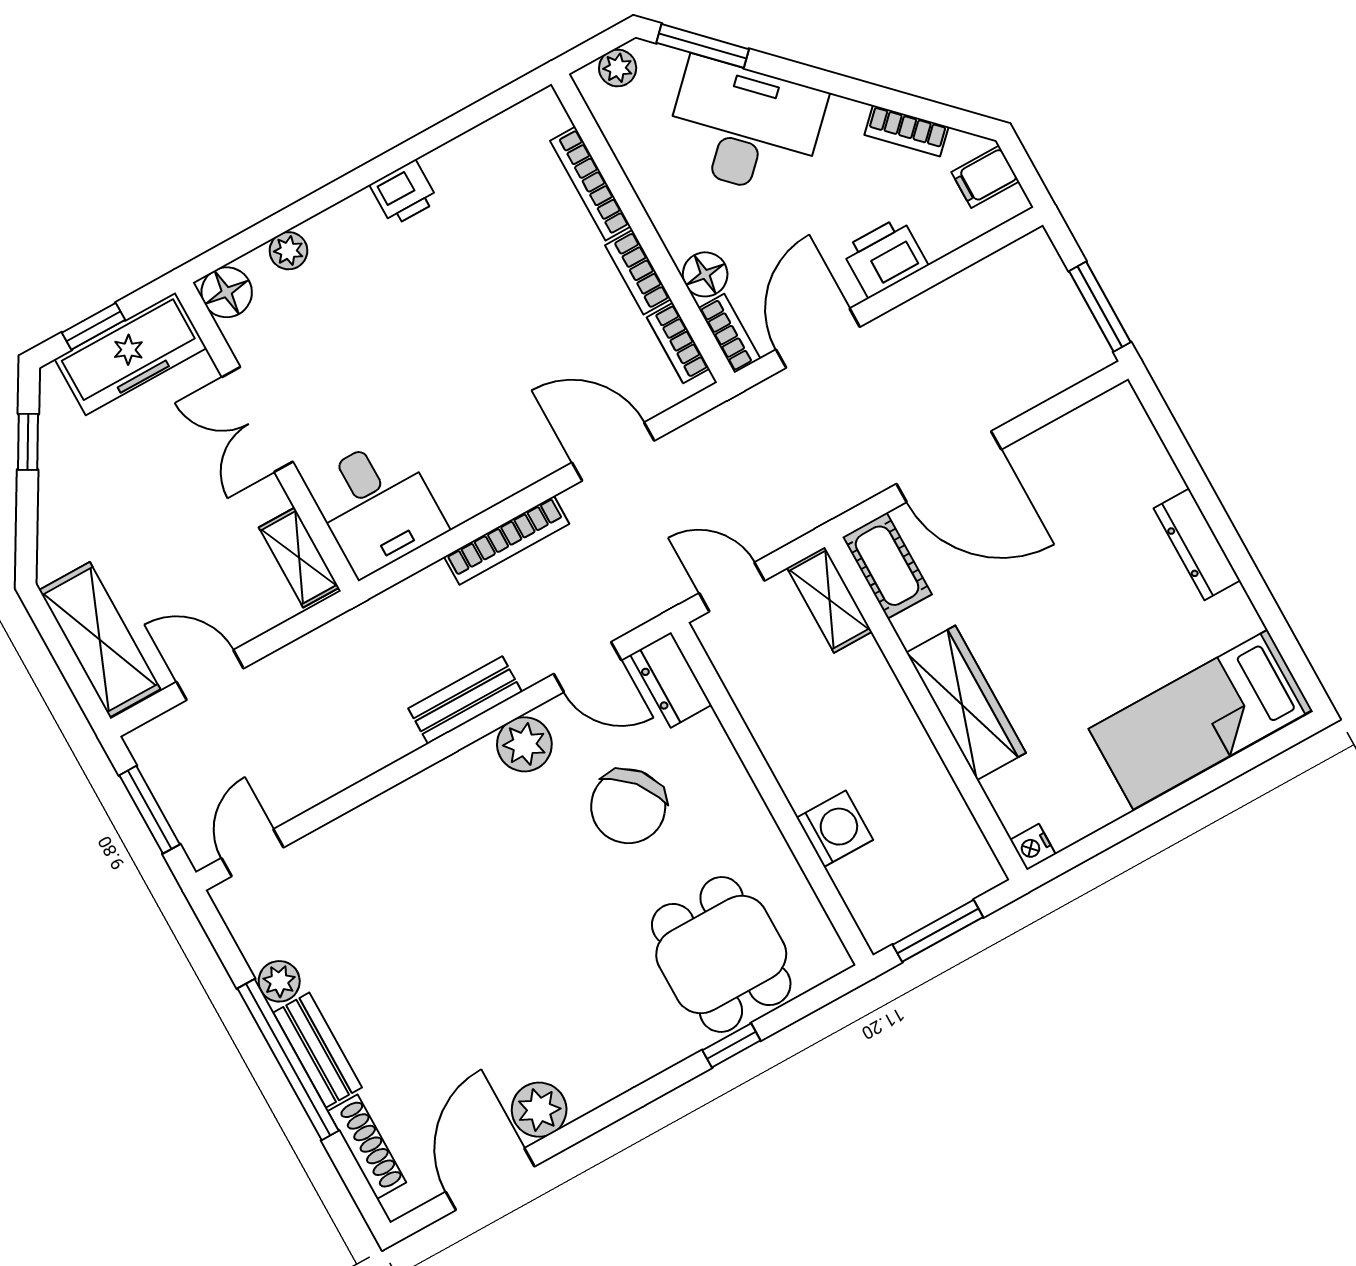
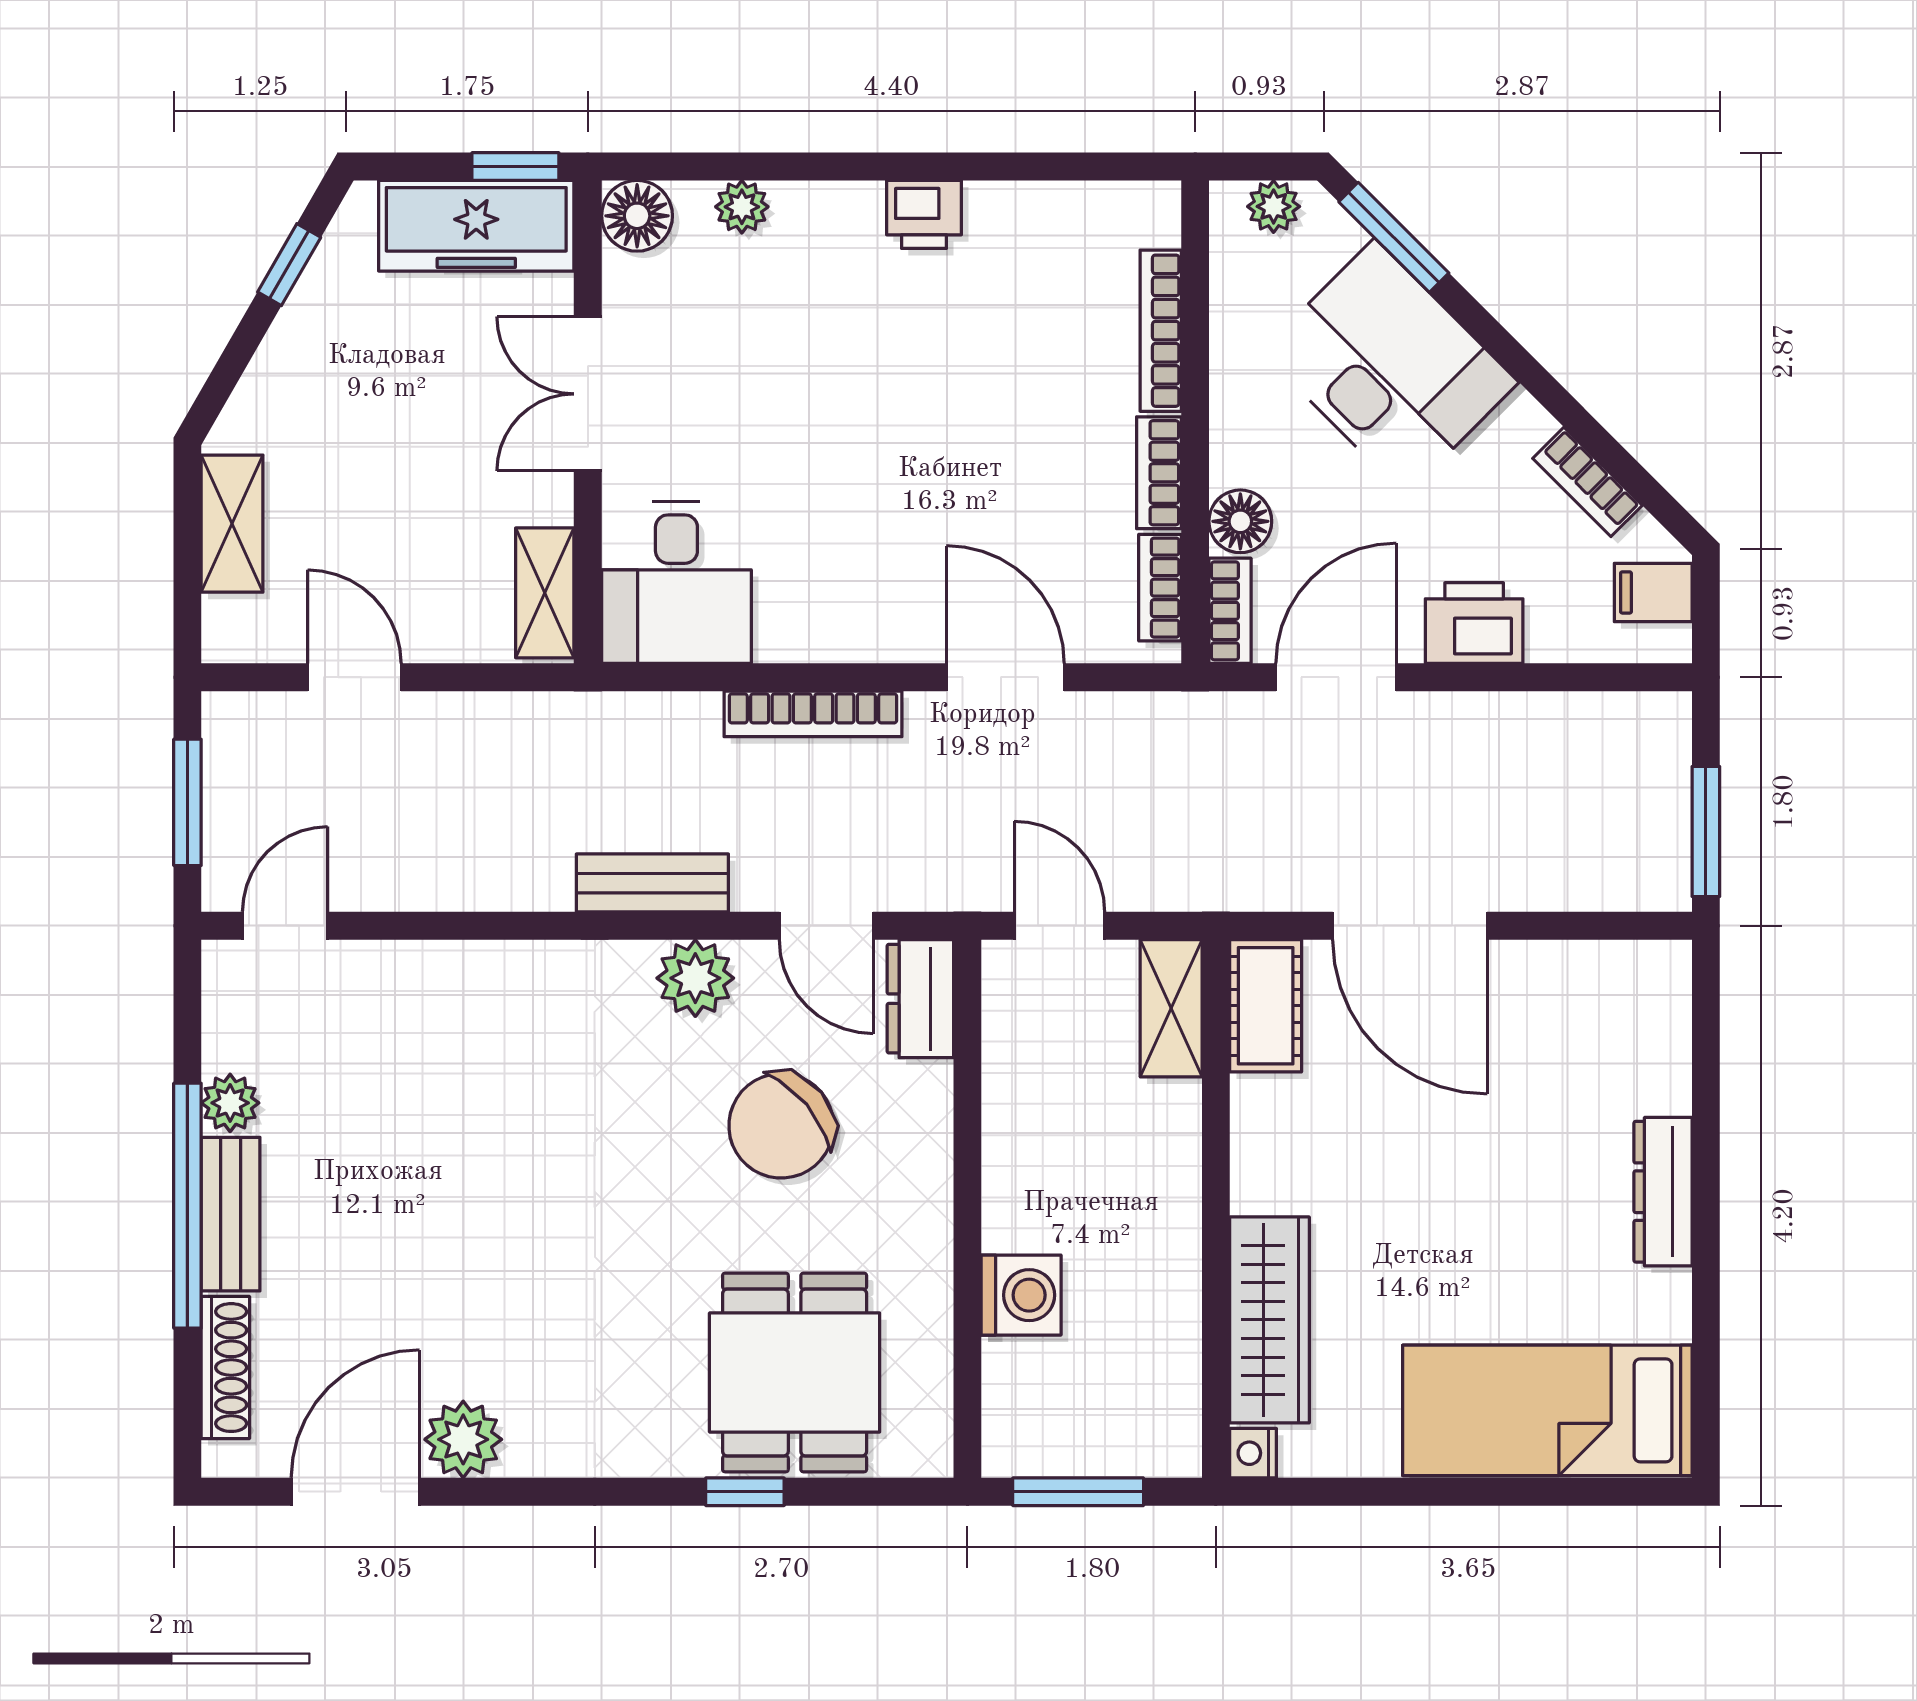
window: (93, 326) -> (515, 167), moved
shelving: (100, 640) -> (232, 524), width x0.67, depth x0.75
wardrobe: (966, 703) -> (1269, 1320), moved

